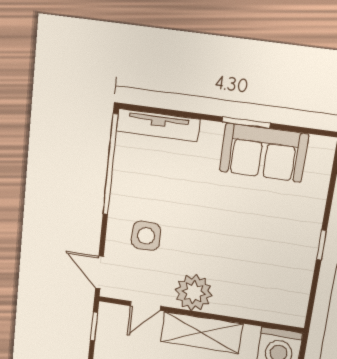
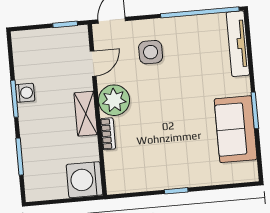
door: (145, 306) -> (93, 64), swing flipped
bookcase: (232, 309) -> (108, 134), added
shelving: (201, 333) -> (86, 114), width x0.67, depth x0.75

